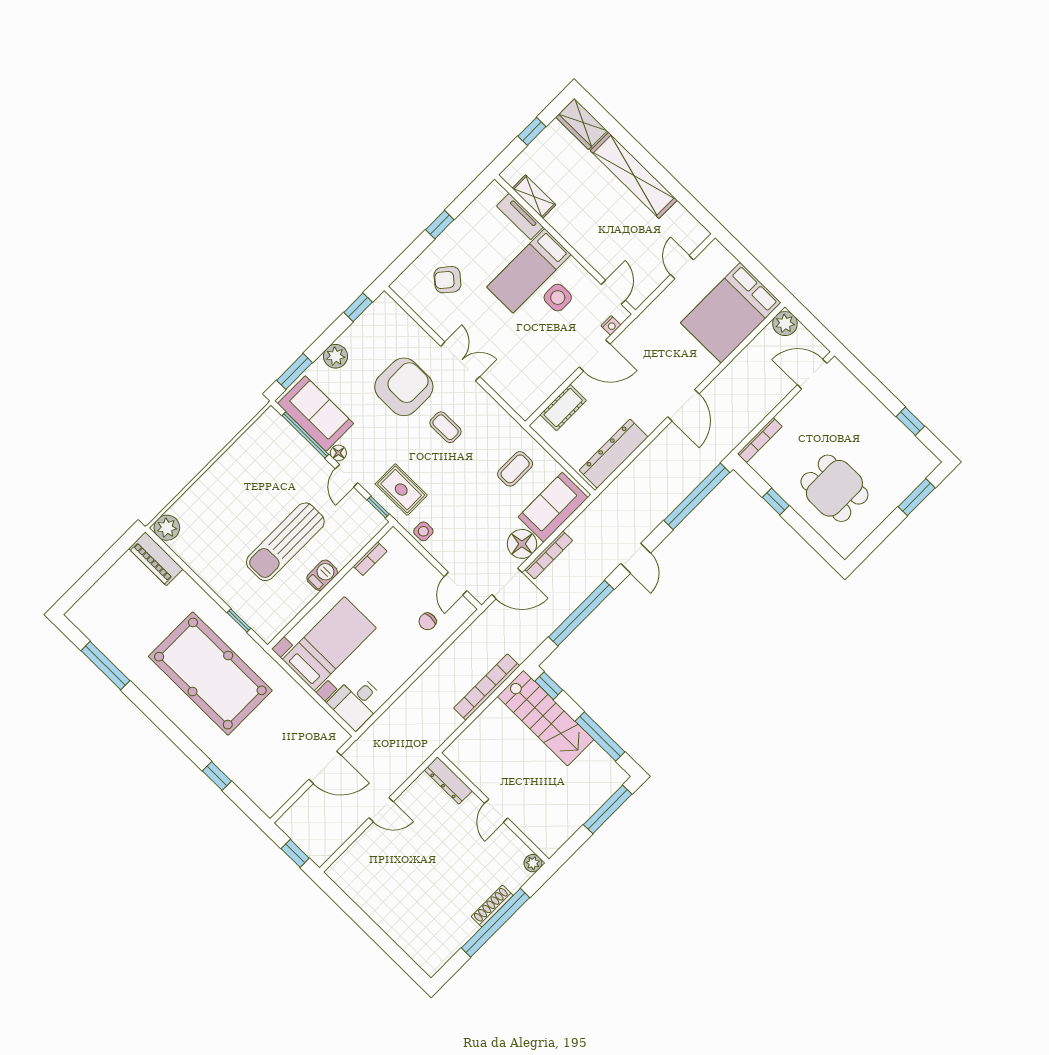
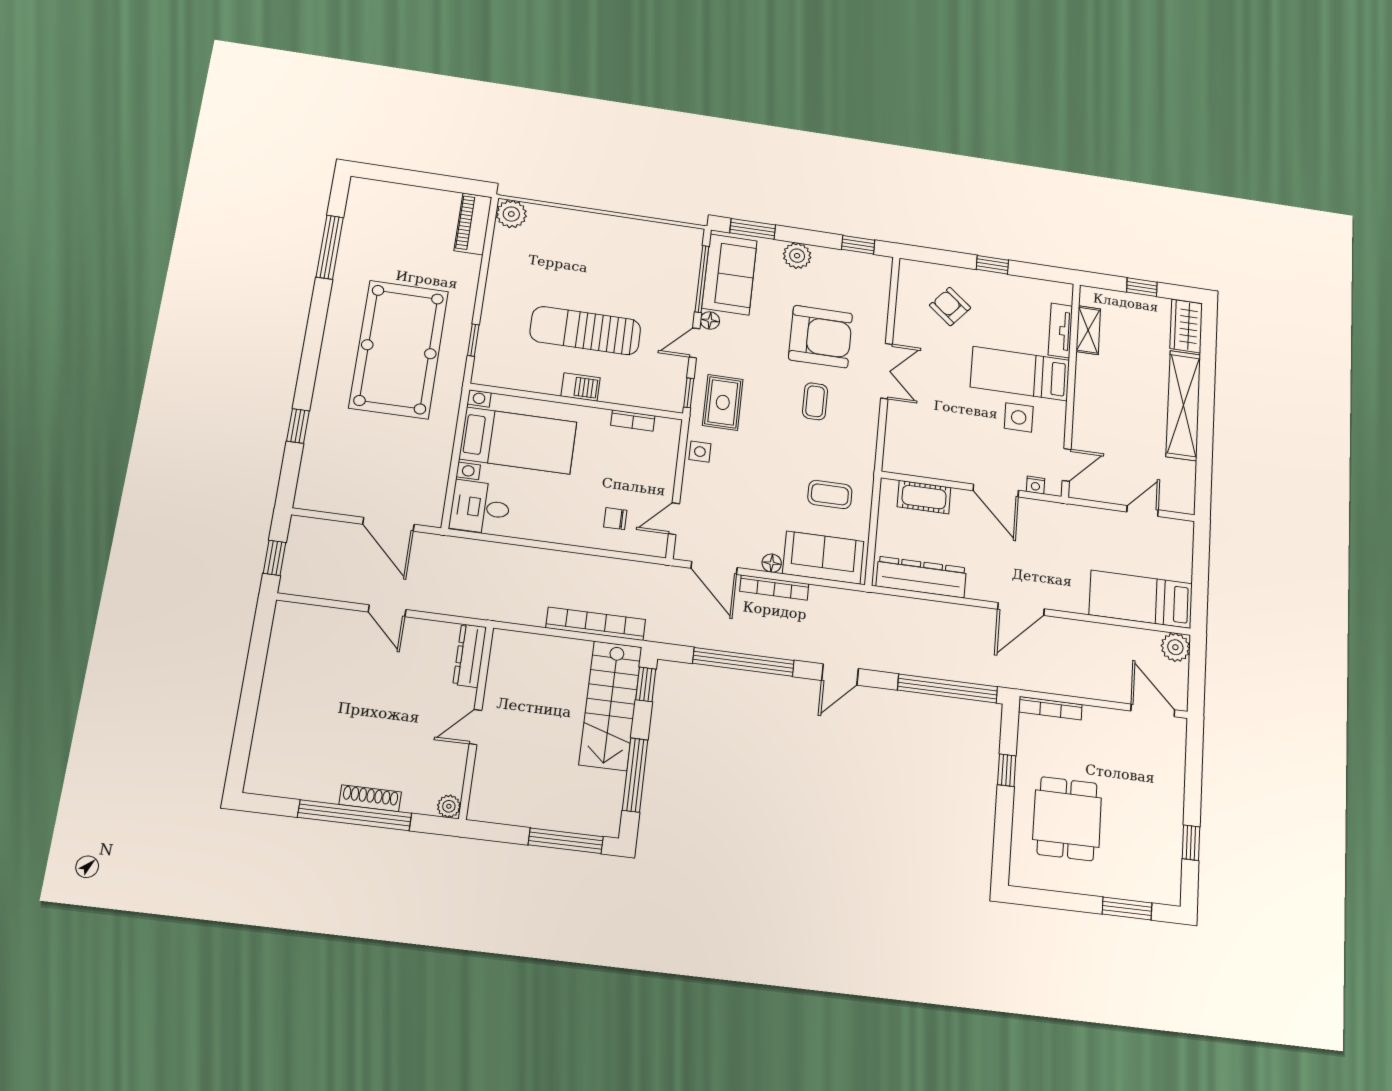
bed: (731, 313) -> (1141, 599), width x0.67
floor lamp: (522, 544) -> (772, 563), width x0.53, depth x0.53

